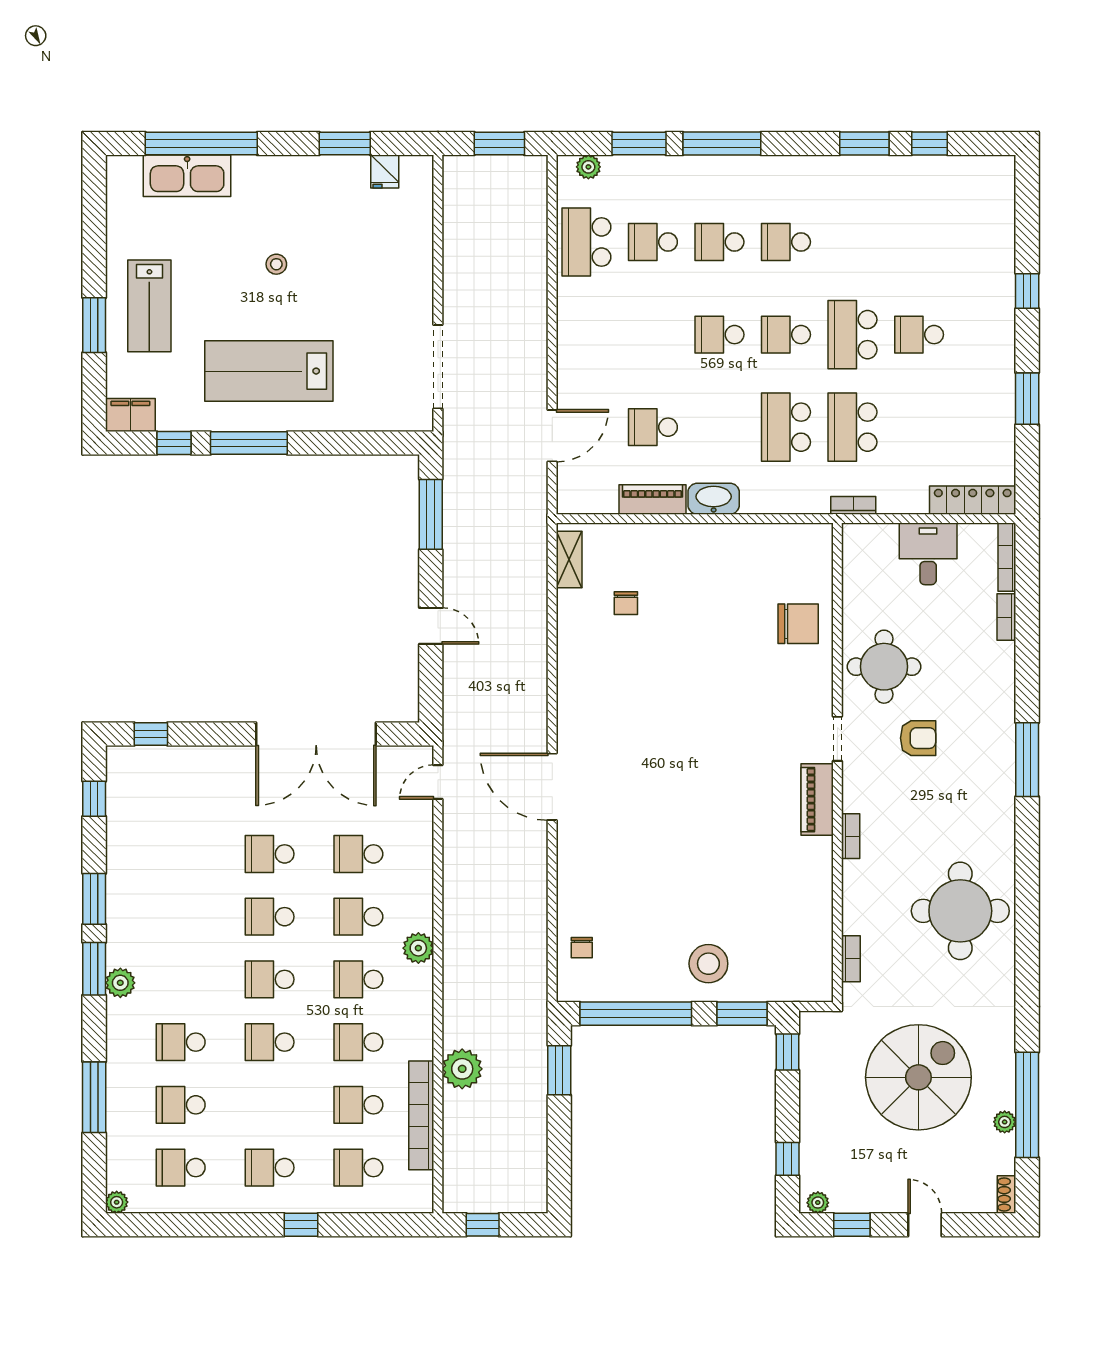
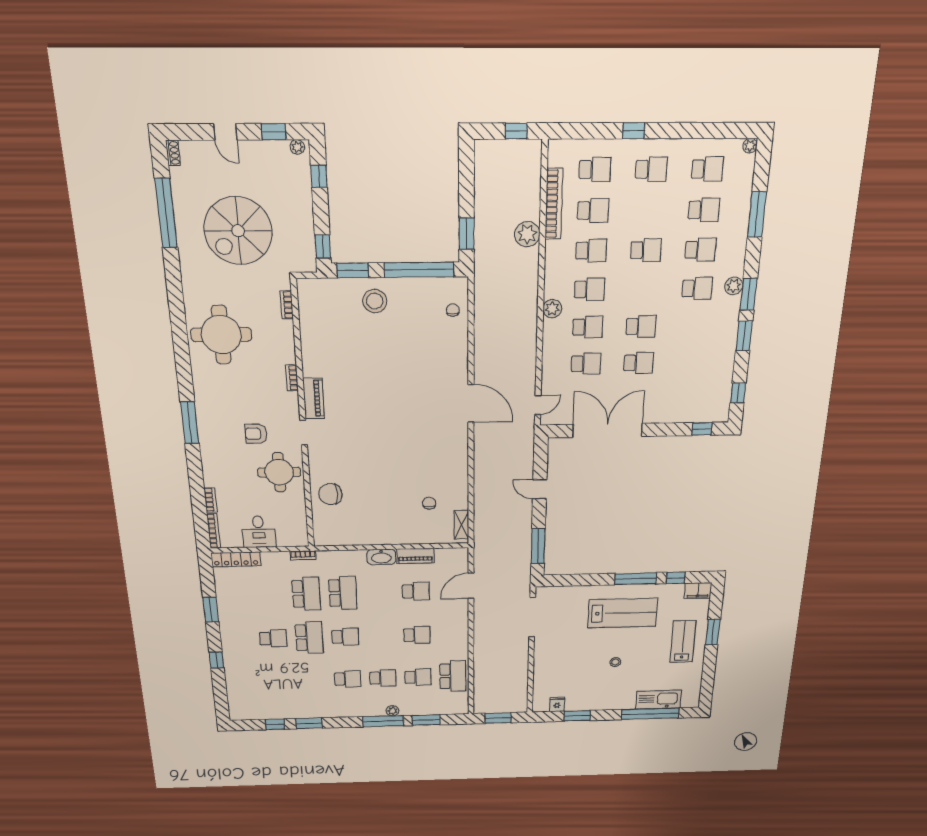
plant: (588, 167) -> (392, 711), moved
school desk: (719, 335) -> (417, 635), moved
school desk: (270, 979) -> (697, 288), moved
plant: (1005, 1122) -> (180, 202), removed

